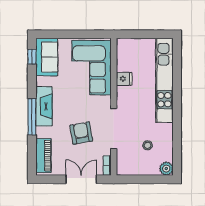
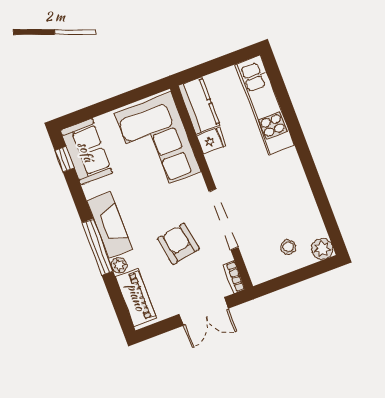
kitchen counter: (125, 55) -> (199, 105), added
kitchen unit: (164, 80) -> (265, 105), width x0.73
plant: (41, 133) -> (119, 265), added
stool: (148, 145) -> (288, 247), moved
double door: (81, 179) -> (204, 311), swing flipped

